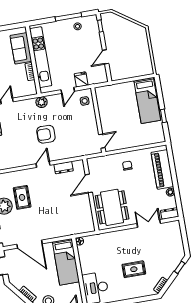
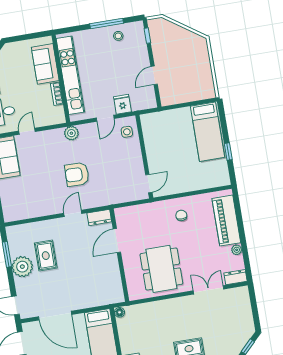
door: (89, 183) -> (117, 241), moved
wall: (91, 195) -> (119, 255), moved

